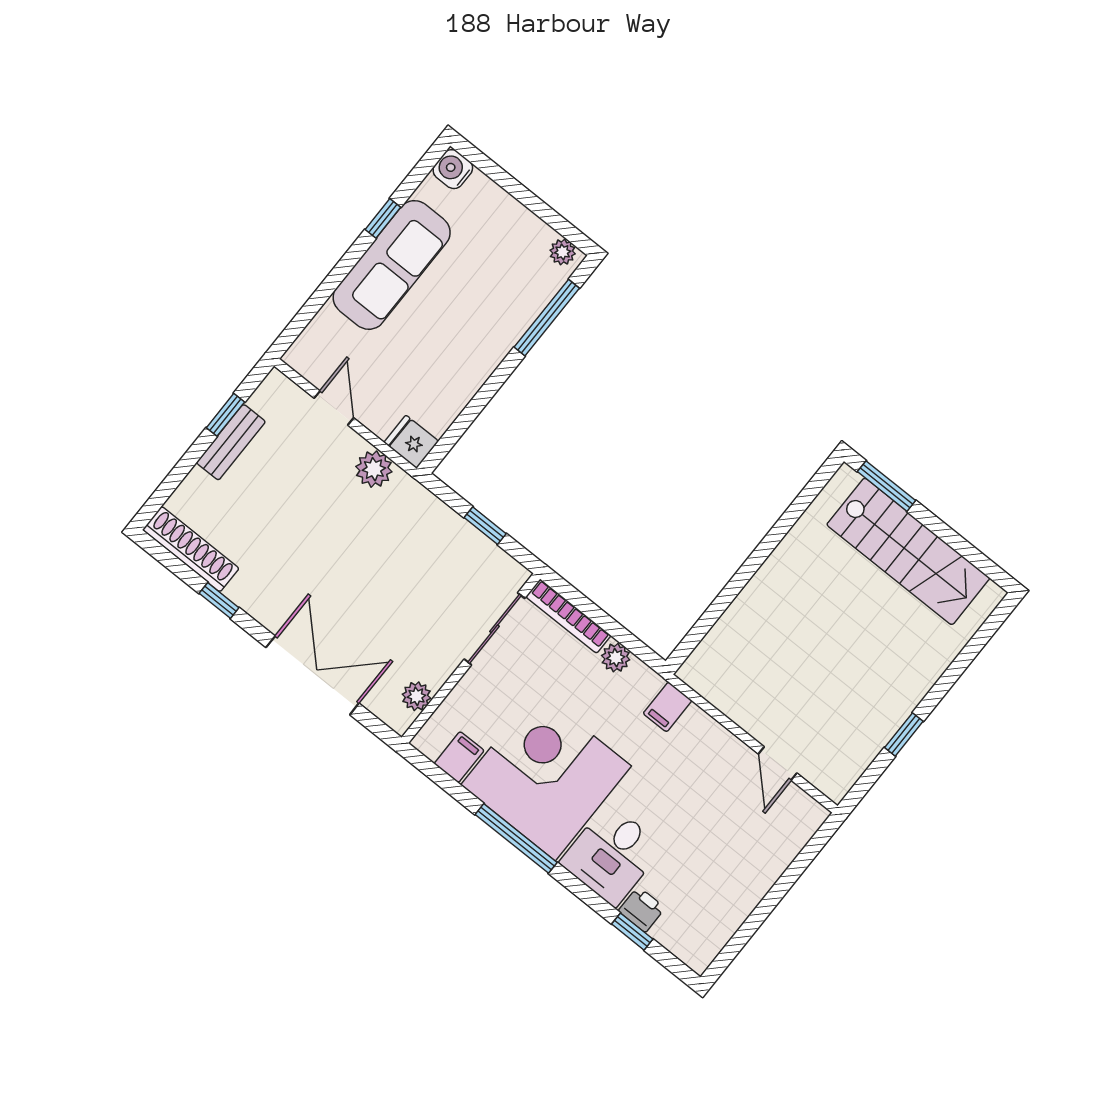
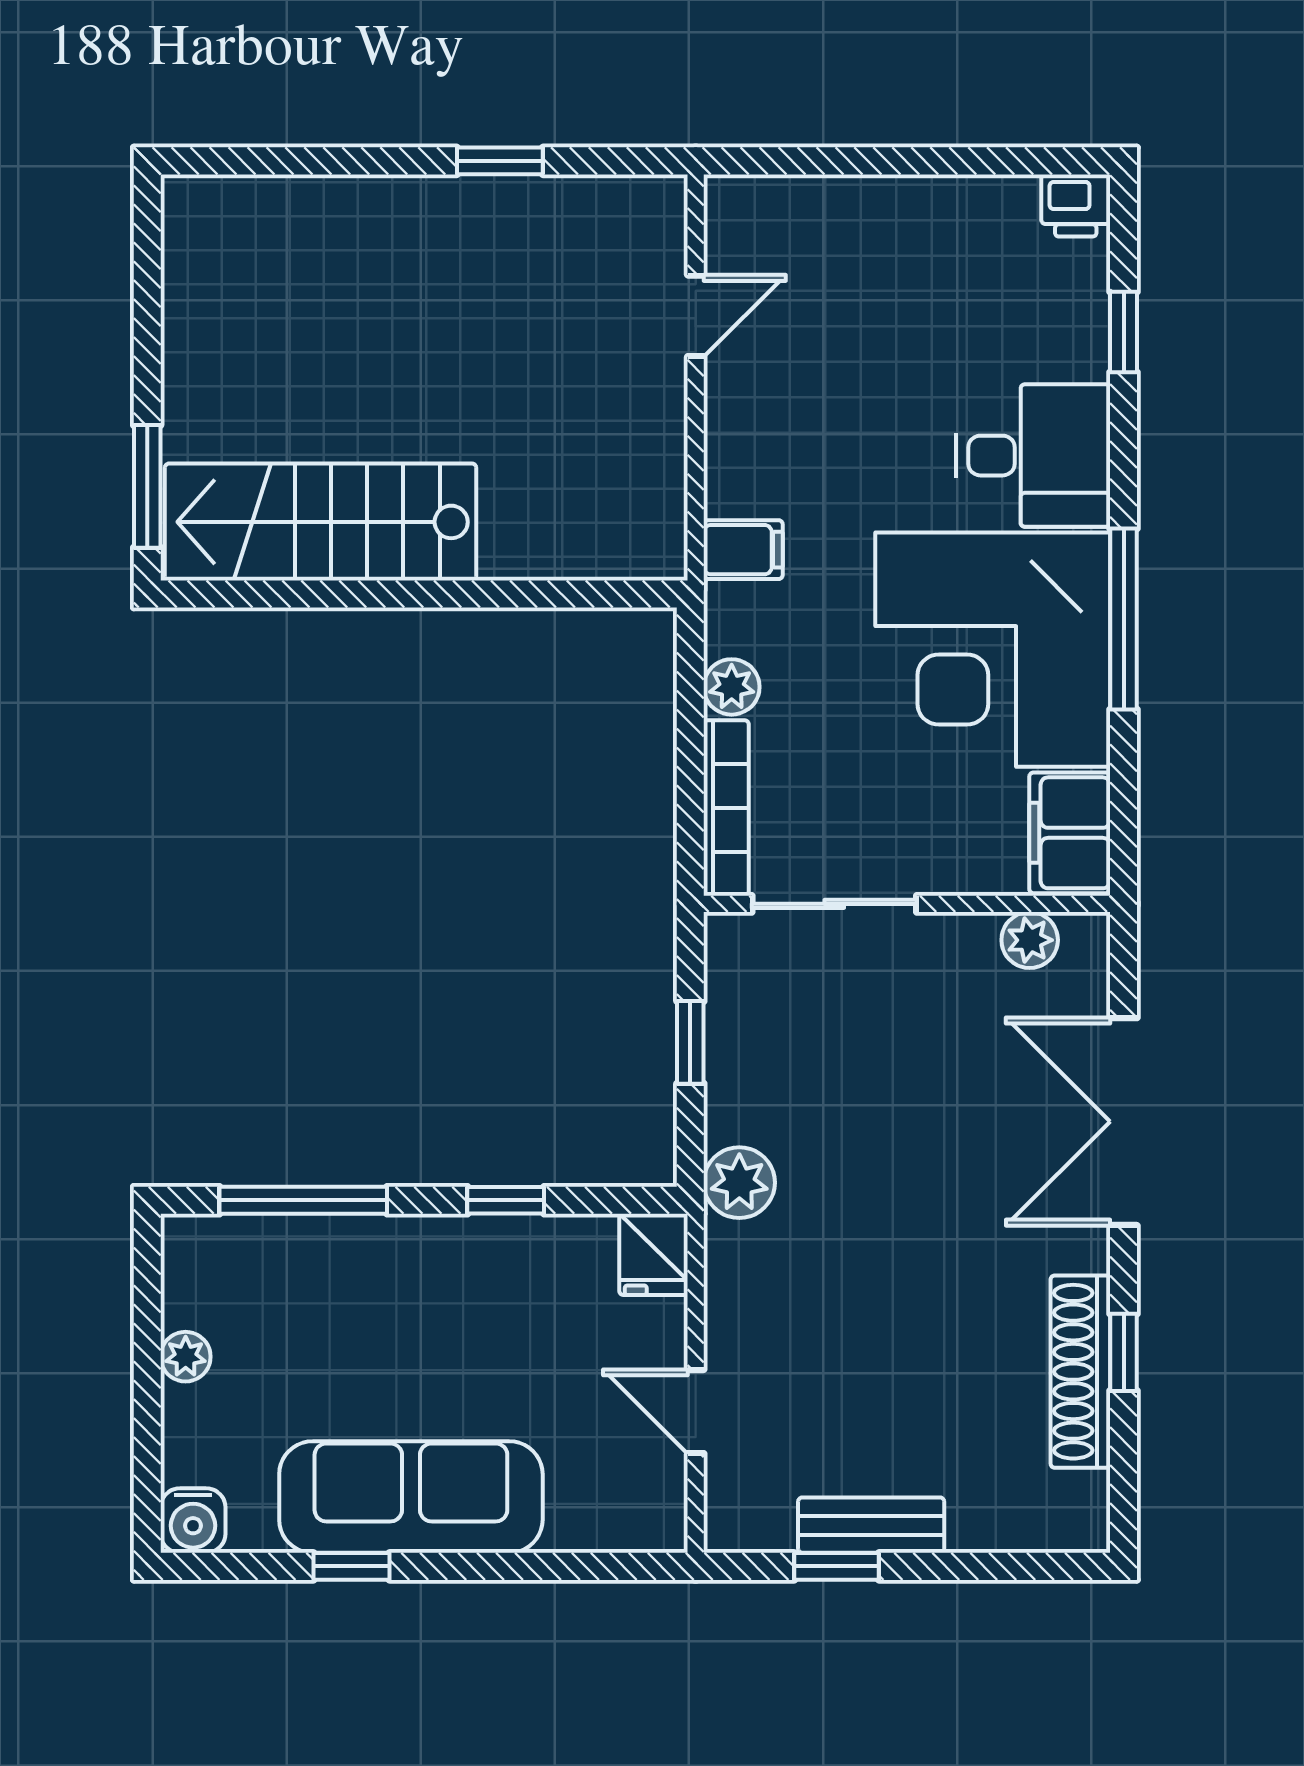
plant: (563, 252) -> (186, 1357), moved
window: (481, 400) -> (506, 1200), added
door: (334, 408) -> (696, 1412), hinge flipped
plant: (374, 469) -> (739, 1183), moved
shoe rack: (191, 549) -> (1080, 1372), moved
stairs: (908, 551) -> (321, 522), moved, turned -90
filing cabinet: (459, 757) -> (1070, 833), width x2.00
printer: (642, 909) -> (1076, 205), moved, turned -90

